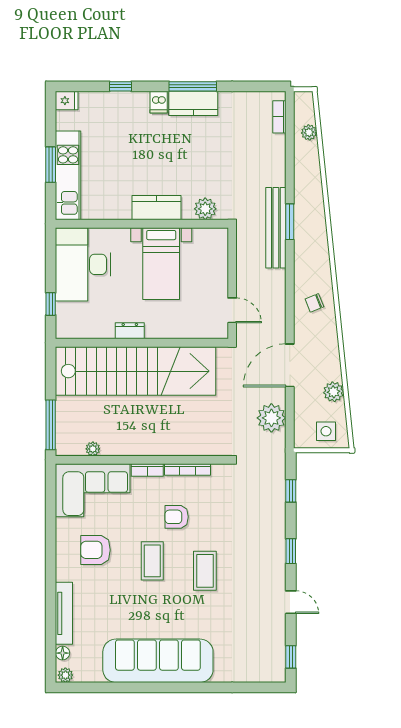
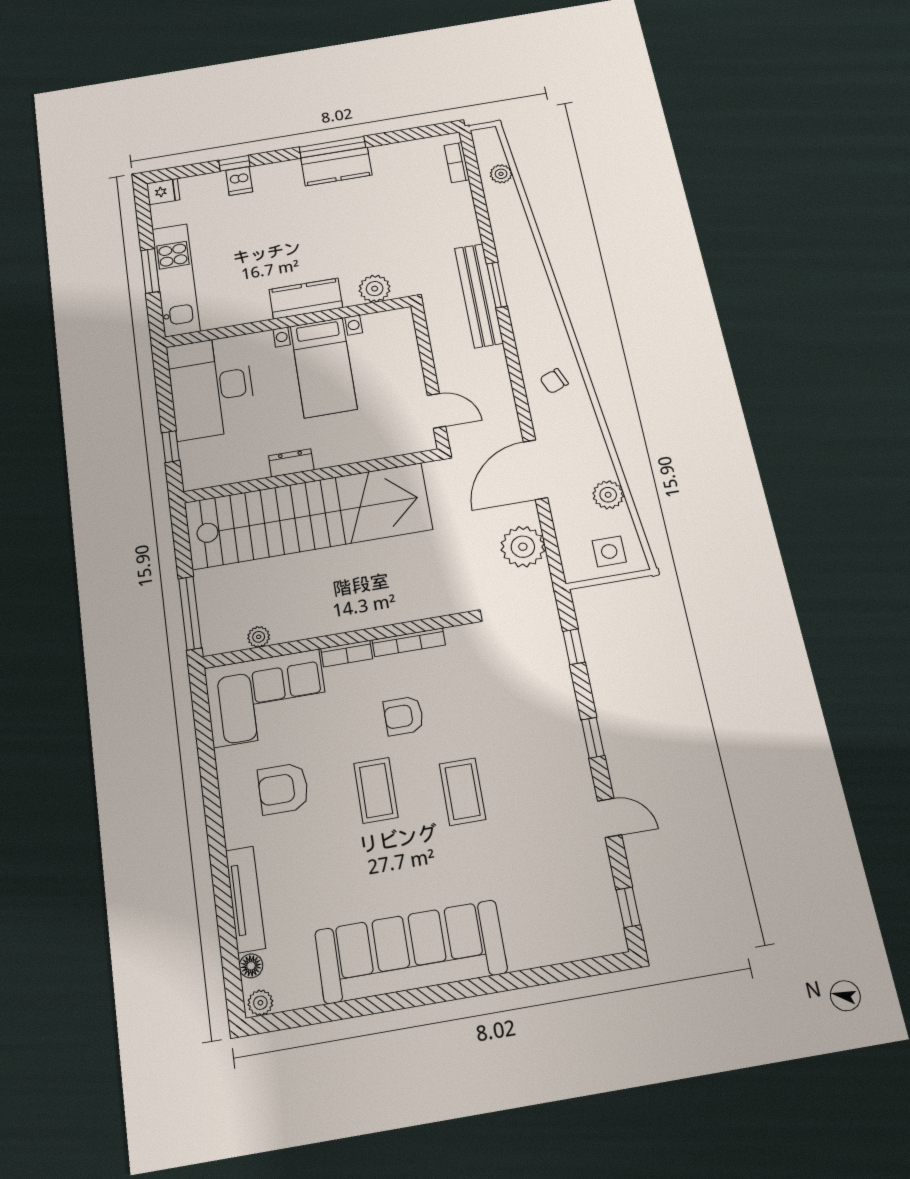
dishwasher: (159, 102) -> (239, 181), moved

